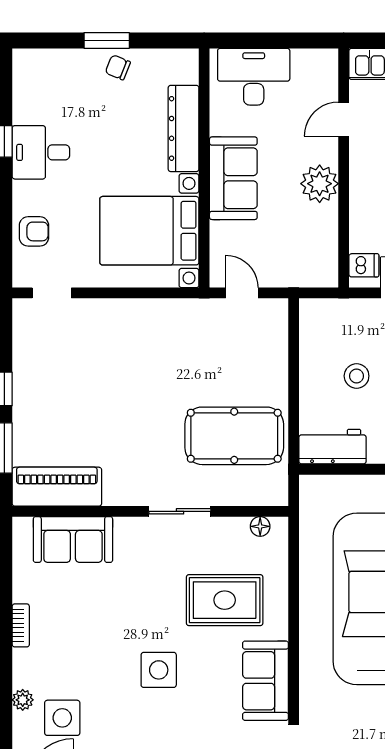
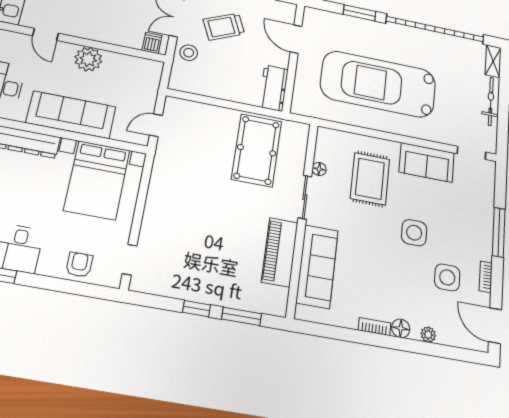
sofa: (233, 178) -> (71, 115), width x1.36
stool: (357, 376) -> (189, 53), moved
piano: (57, 487) -> (280, 252), moved
floor lamp: (260, 526) -> (319, 169), moved
sofa: (73, 540) -> (317, 266), width x1.36
floor lamp: (25, 661) -> (401, 328), added
side table: (62, 718) -> (447, 277), moved

